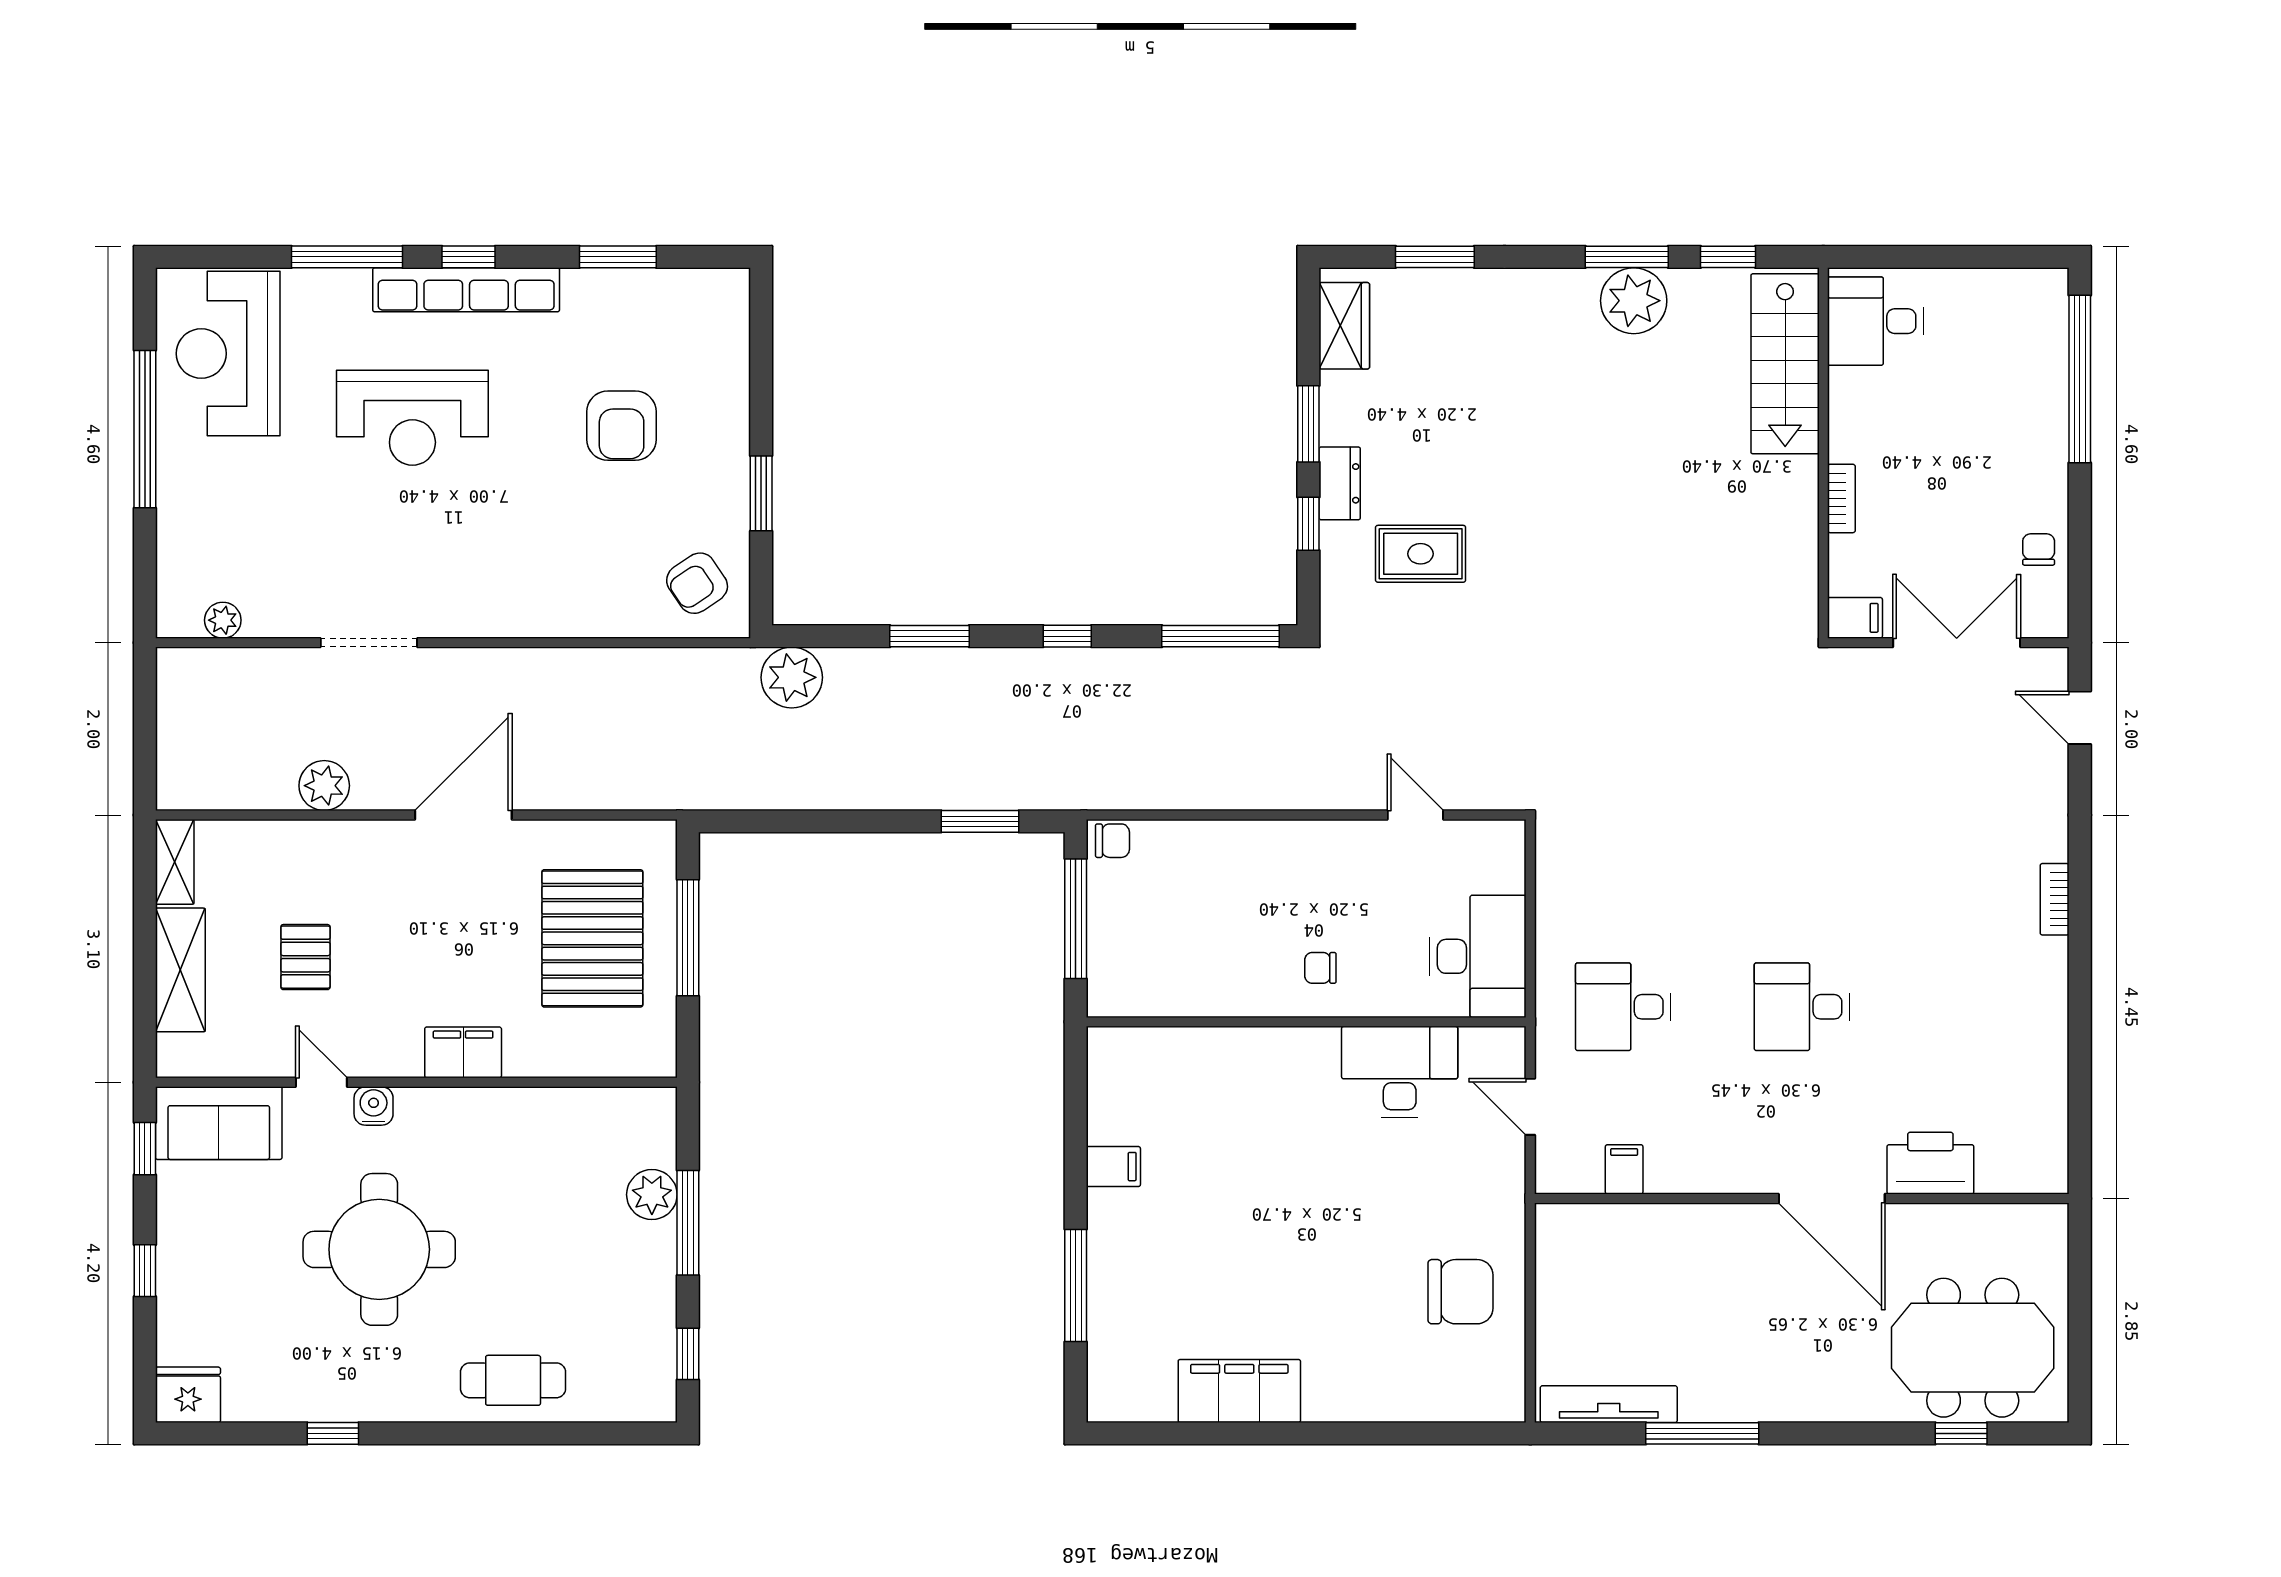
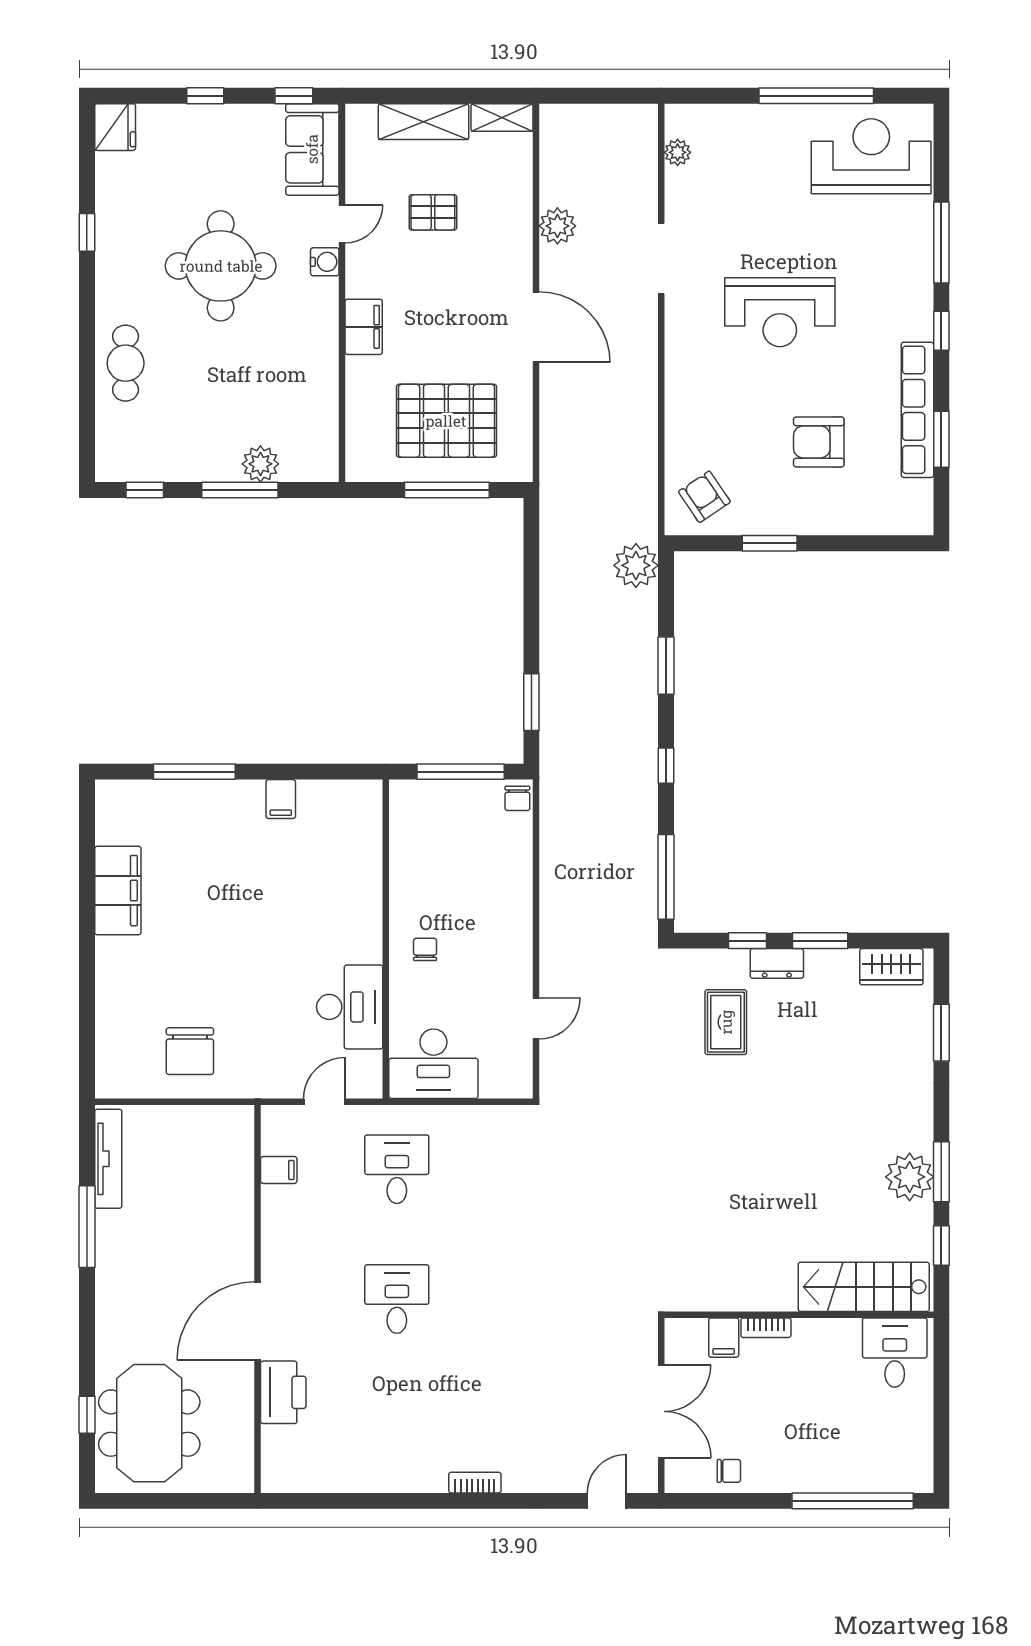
row of seats: (466, 290) -> (917, 410), moved
reception desk: (412, 418) -> (780, 312), moved, turned -90
filing cabinet: (1855, 618) -> (724, 1338), moved

